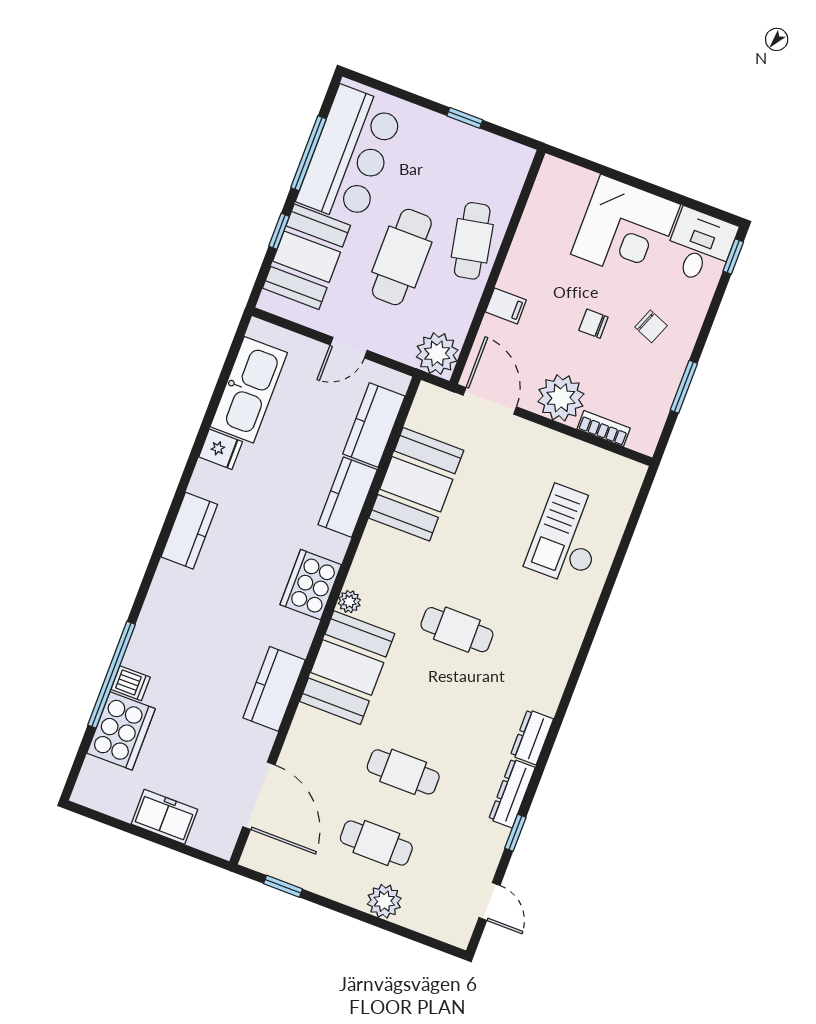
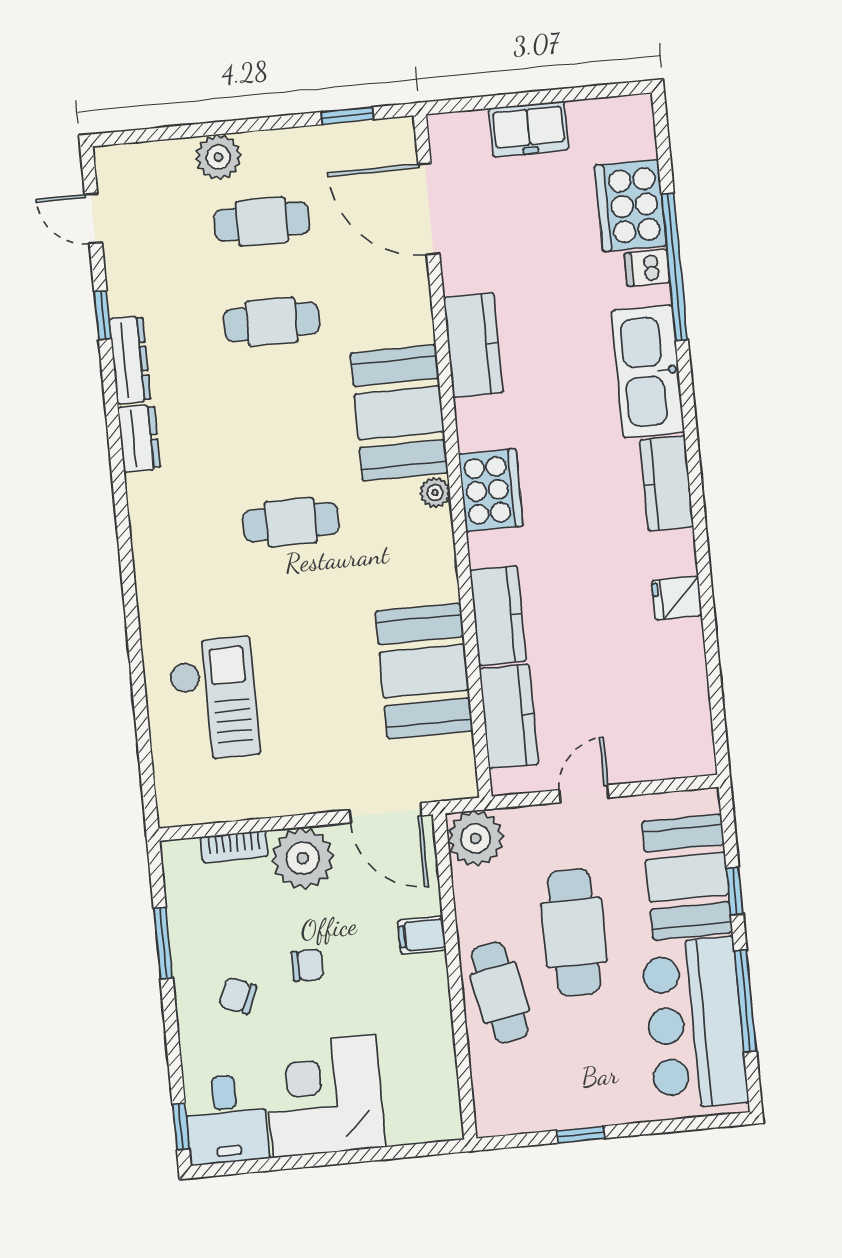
kitchen sink: (249, 390) -> (648, 372), moved

